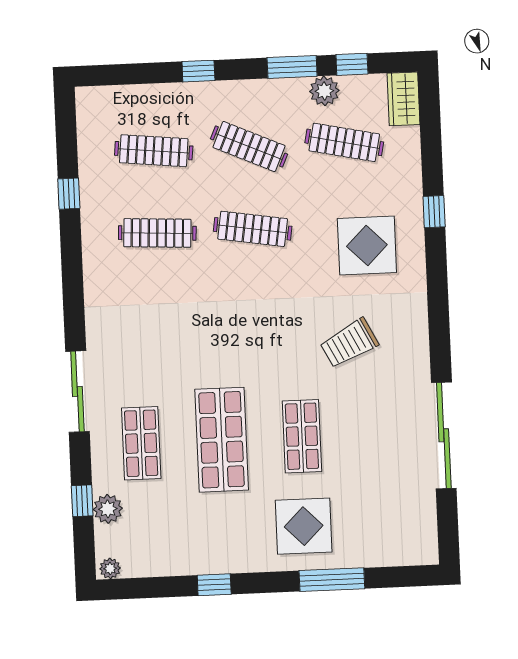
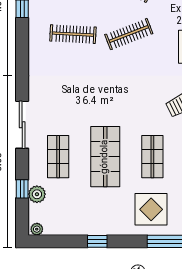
clothes rail: (253, 229) -> (129, 34), turned -30

